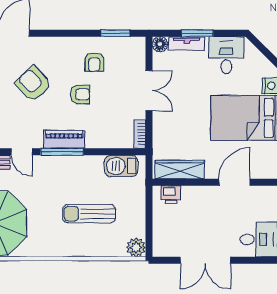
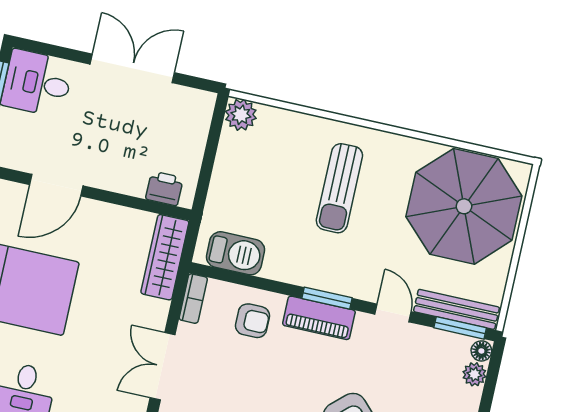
armchair: (80, 94) -> (253, 321), moved, turned 180
window: (62, 152) -> (327, 298), width x0.69
wardrobe: (180, 170) -> (165, 257), moved, turned 90
sun lounger: (89, 214) -> (339, 188), moved, turned 90

